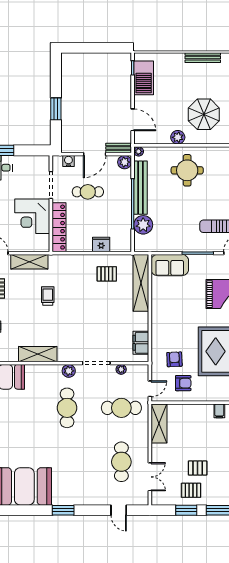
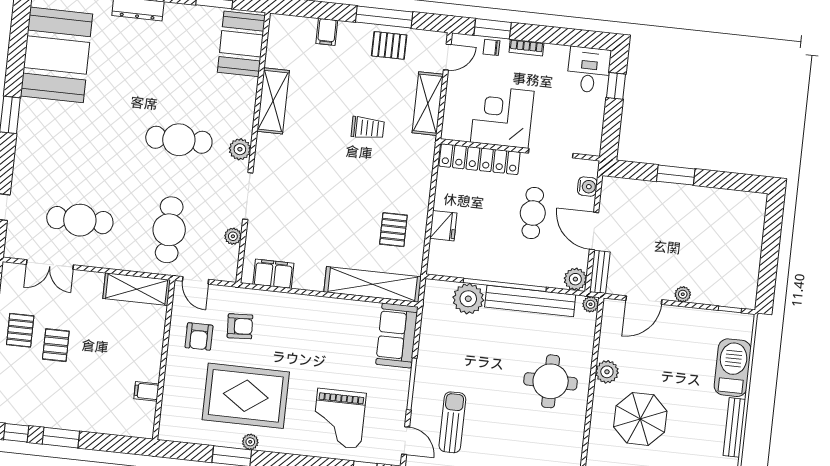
barbecue: (144, 78) -> (733, 368), moved, turned 90
plant: (127, 97) -> (683, 294), added

